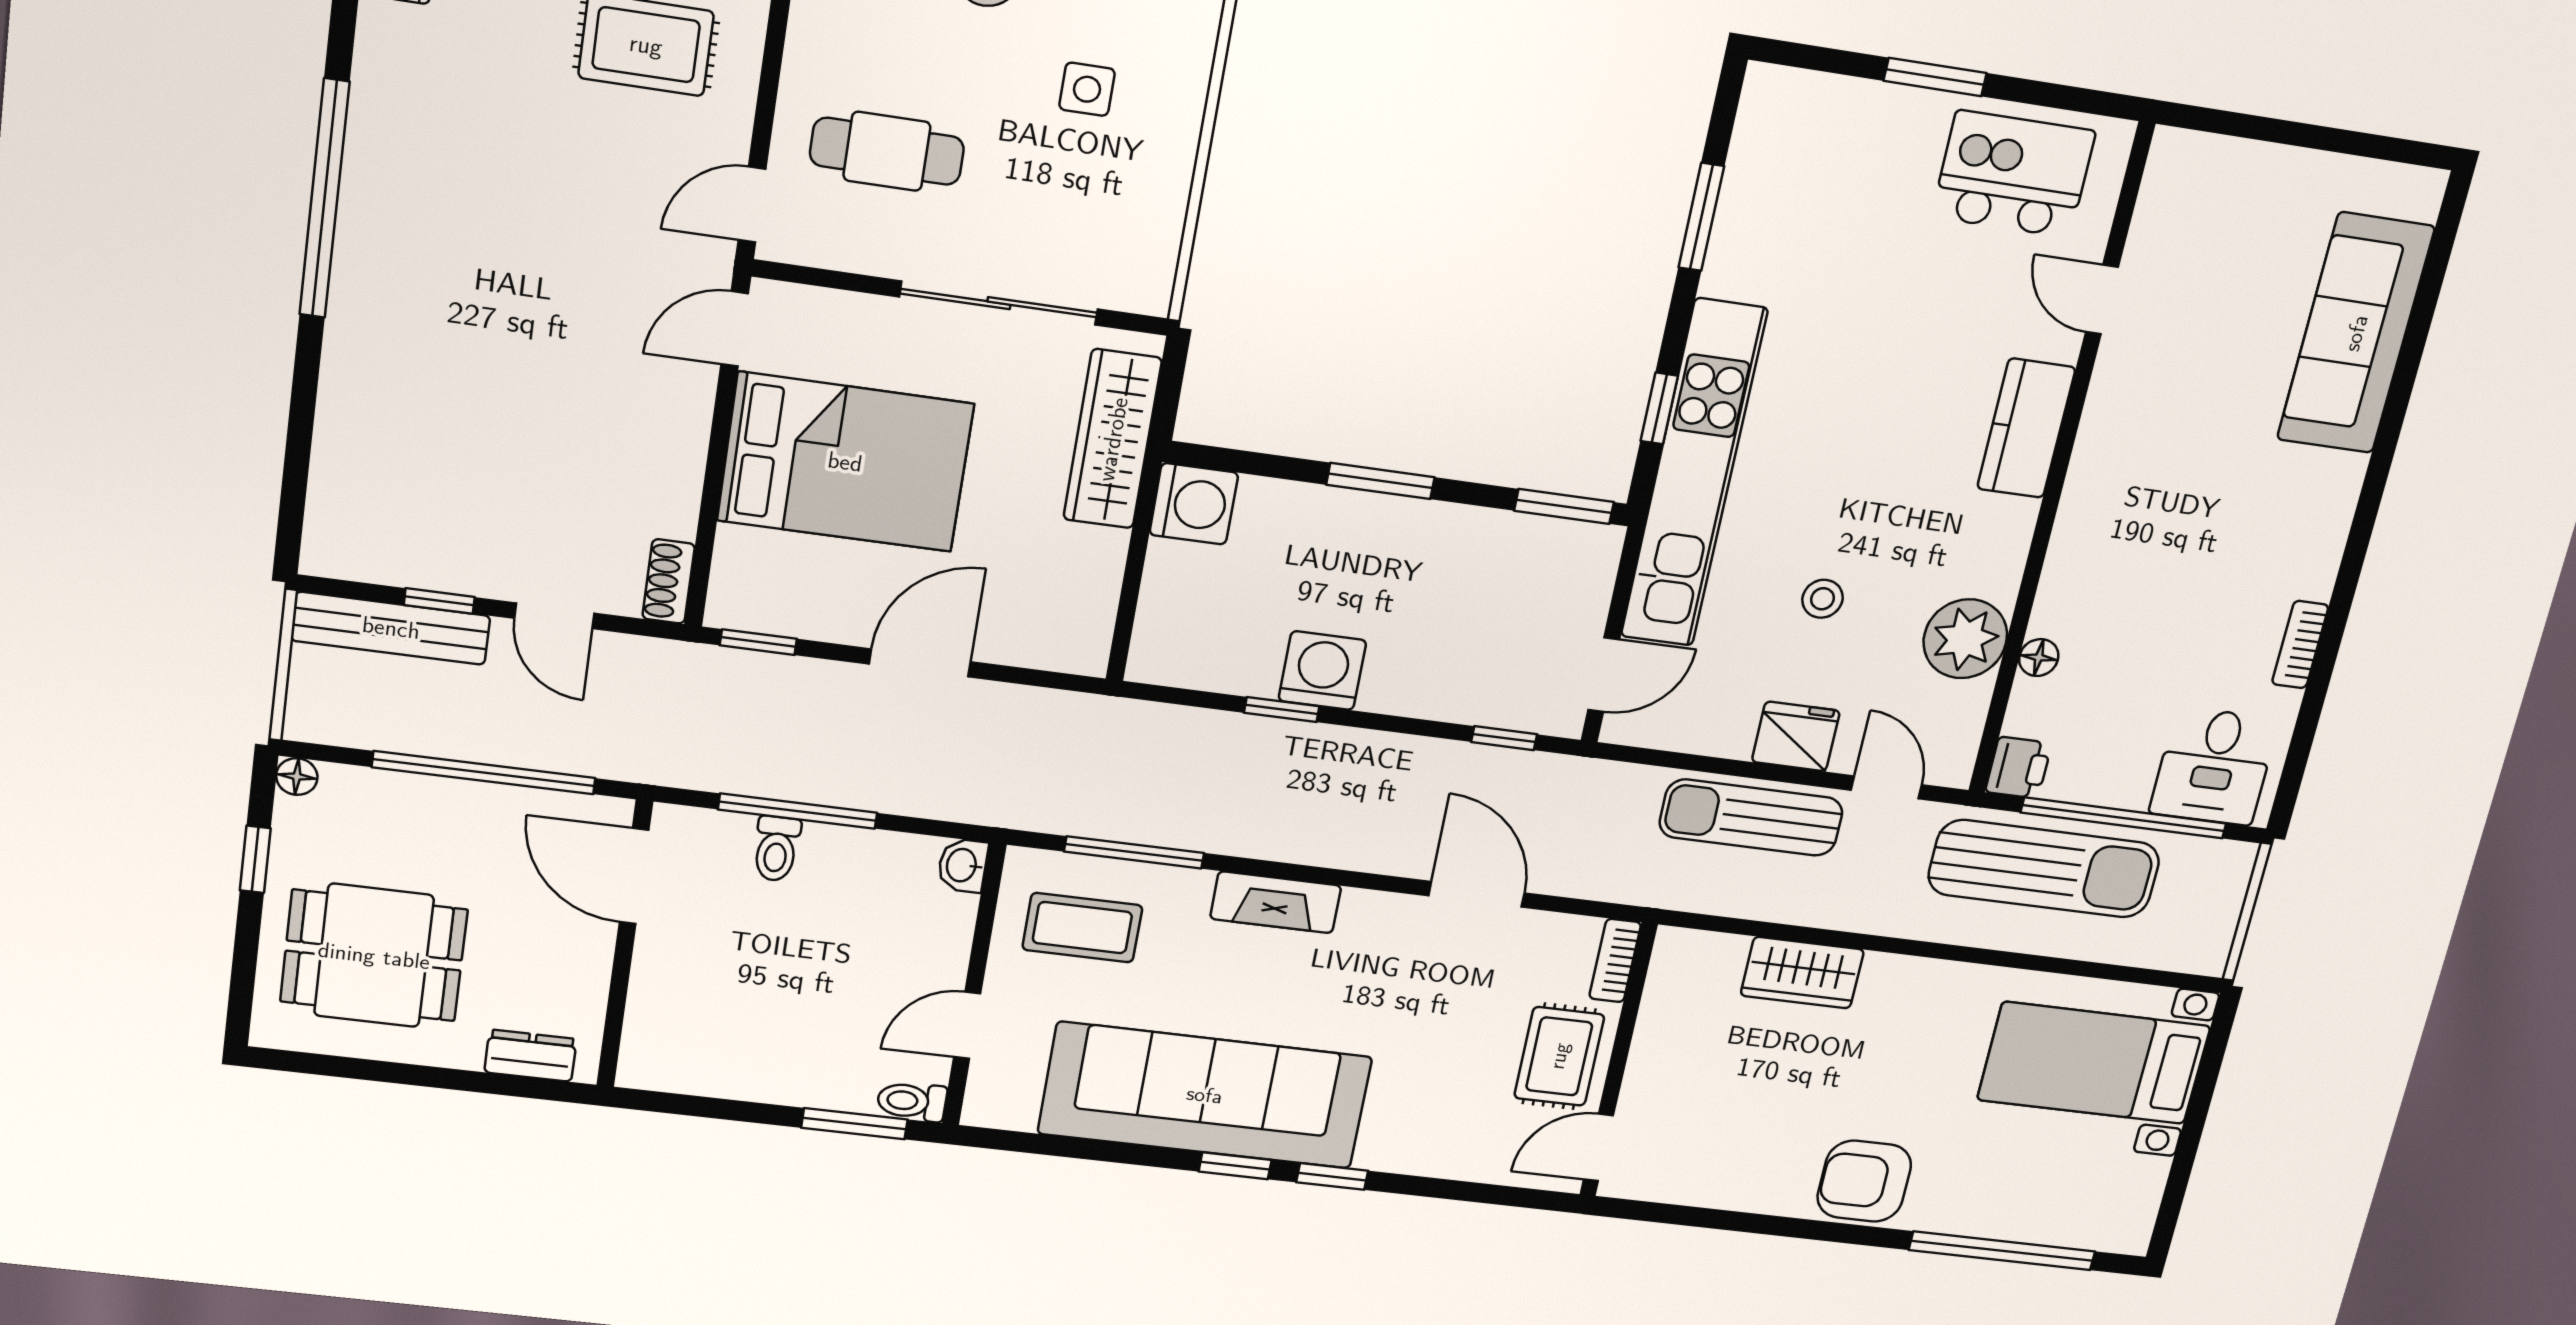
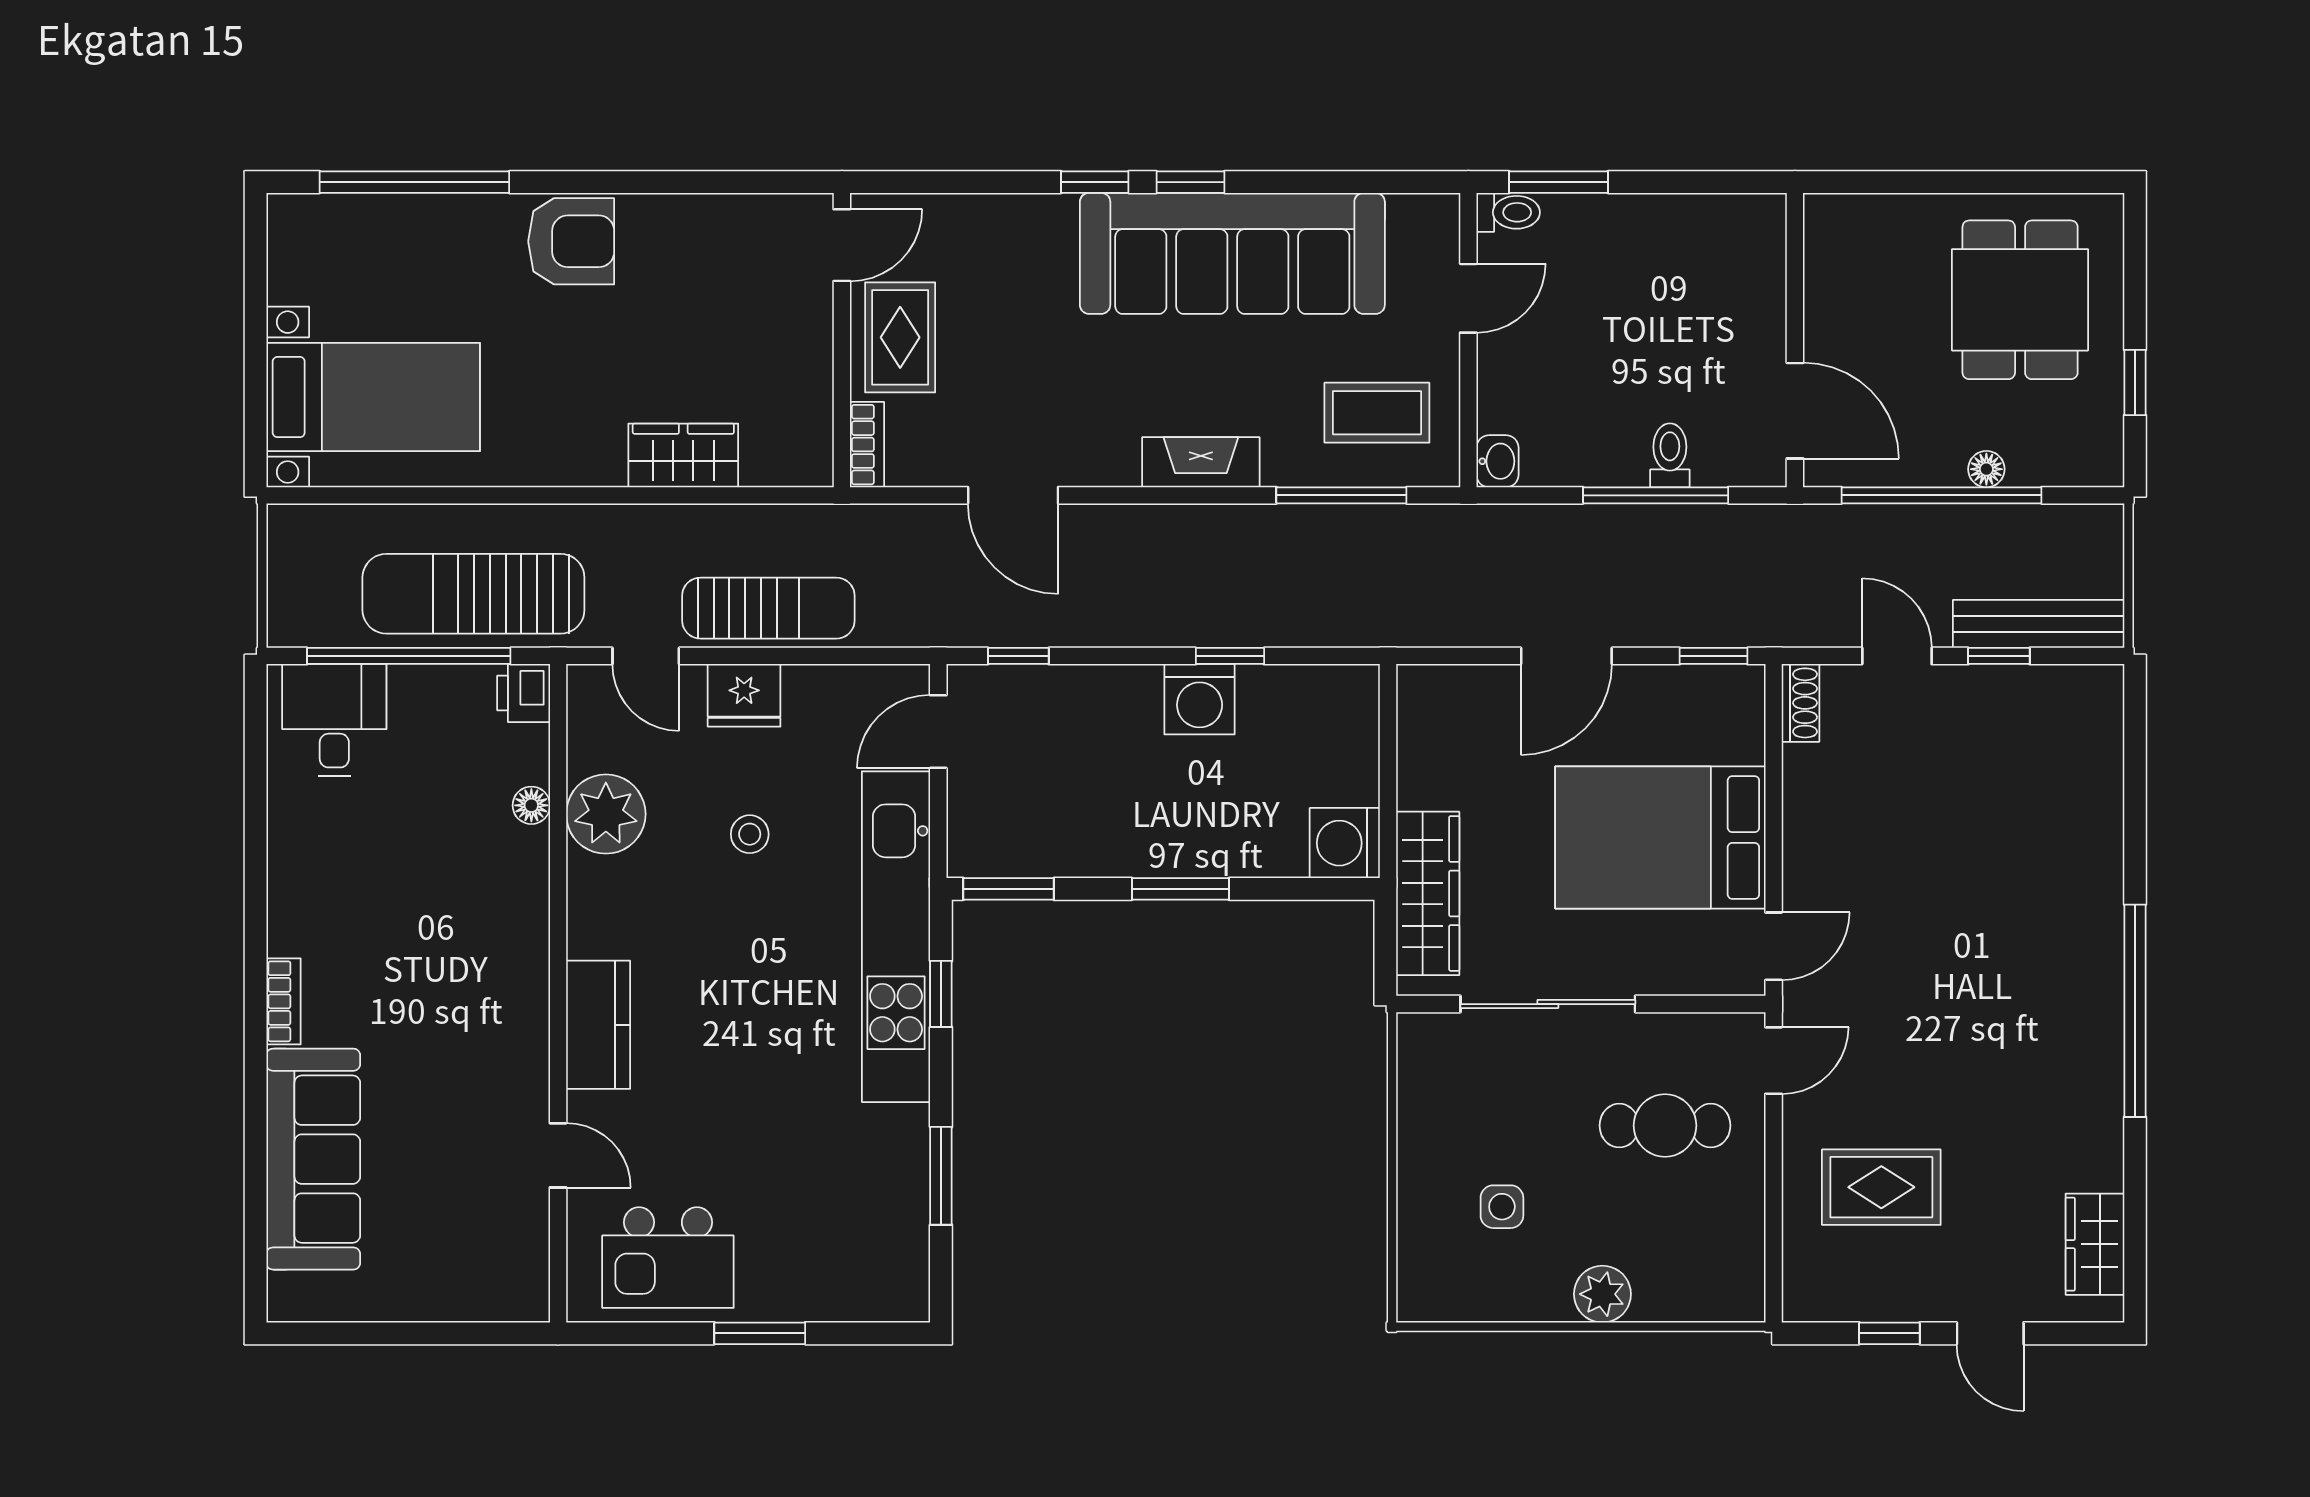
bookcase: (2300, 645) -> (283, 1001), moved
floor lamp: (297, 777) -> (1986, 469), moved
dining table: (374, 956) -> (2020, 300), turned 90
dresser: (530, 1056) -> (1867, 215), removed

